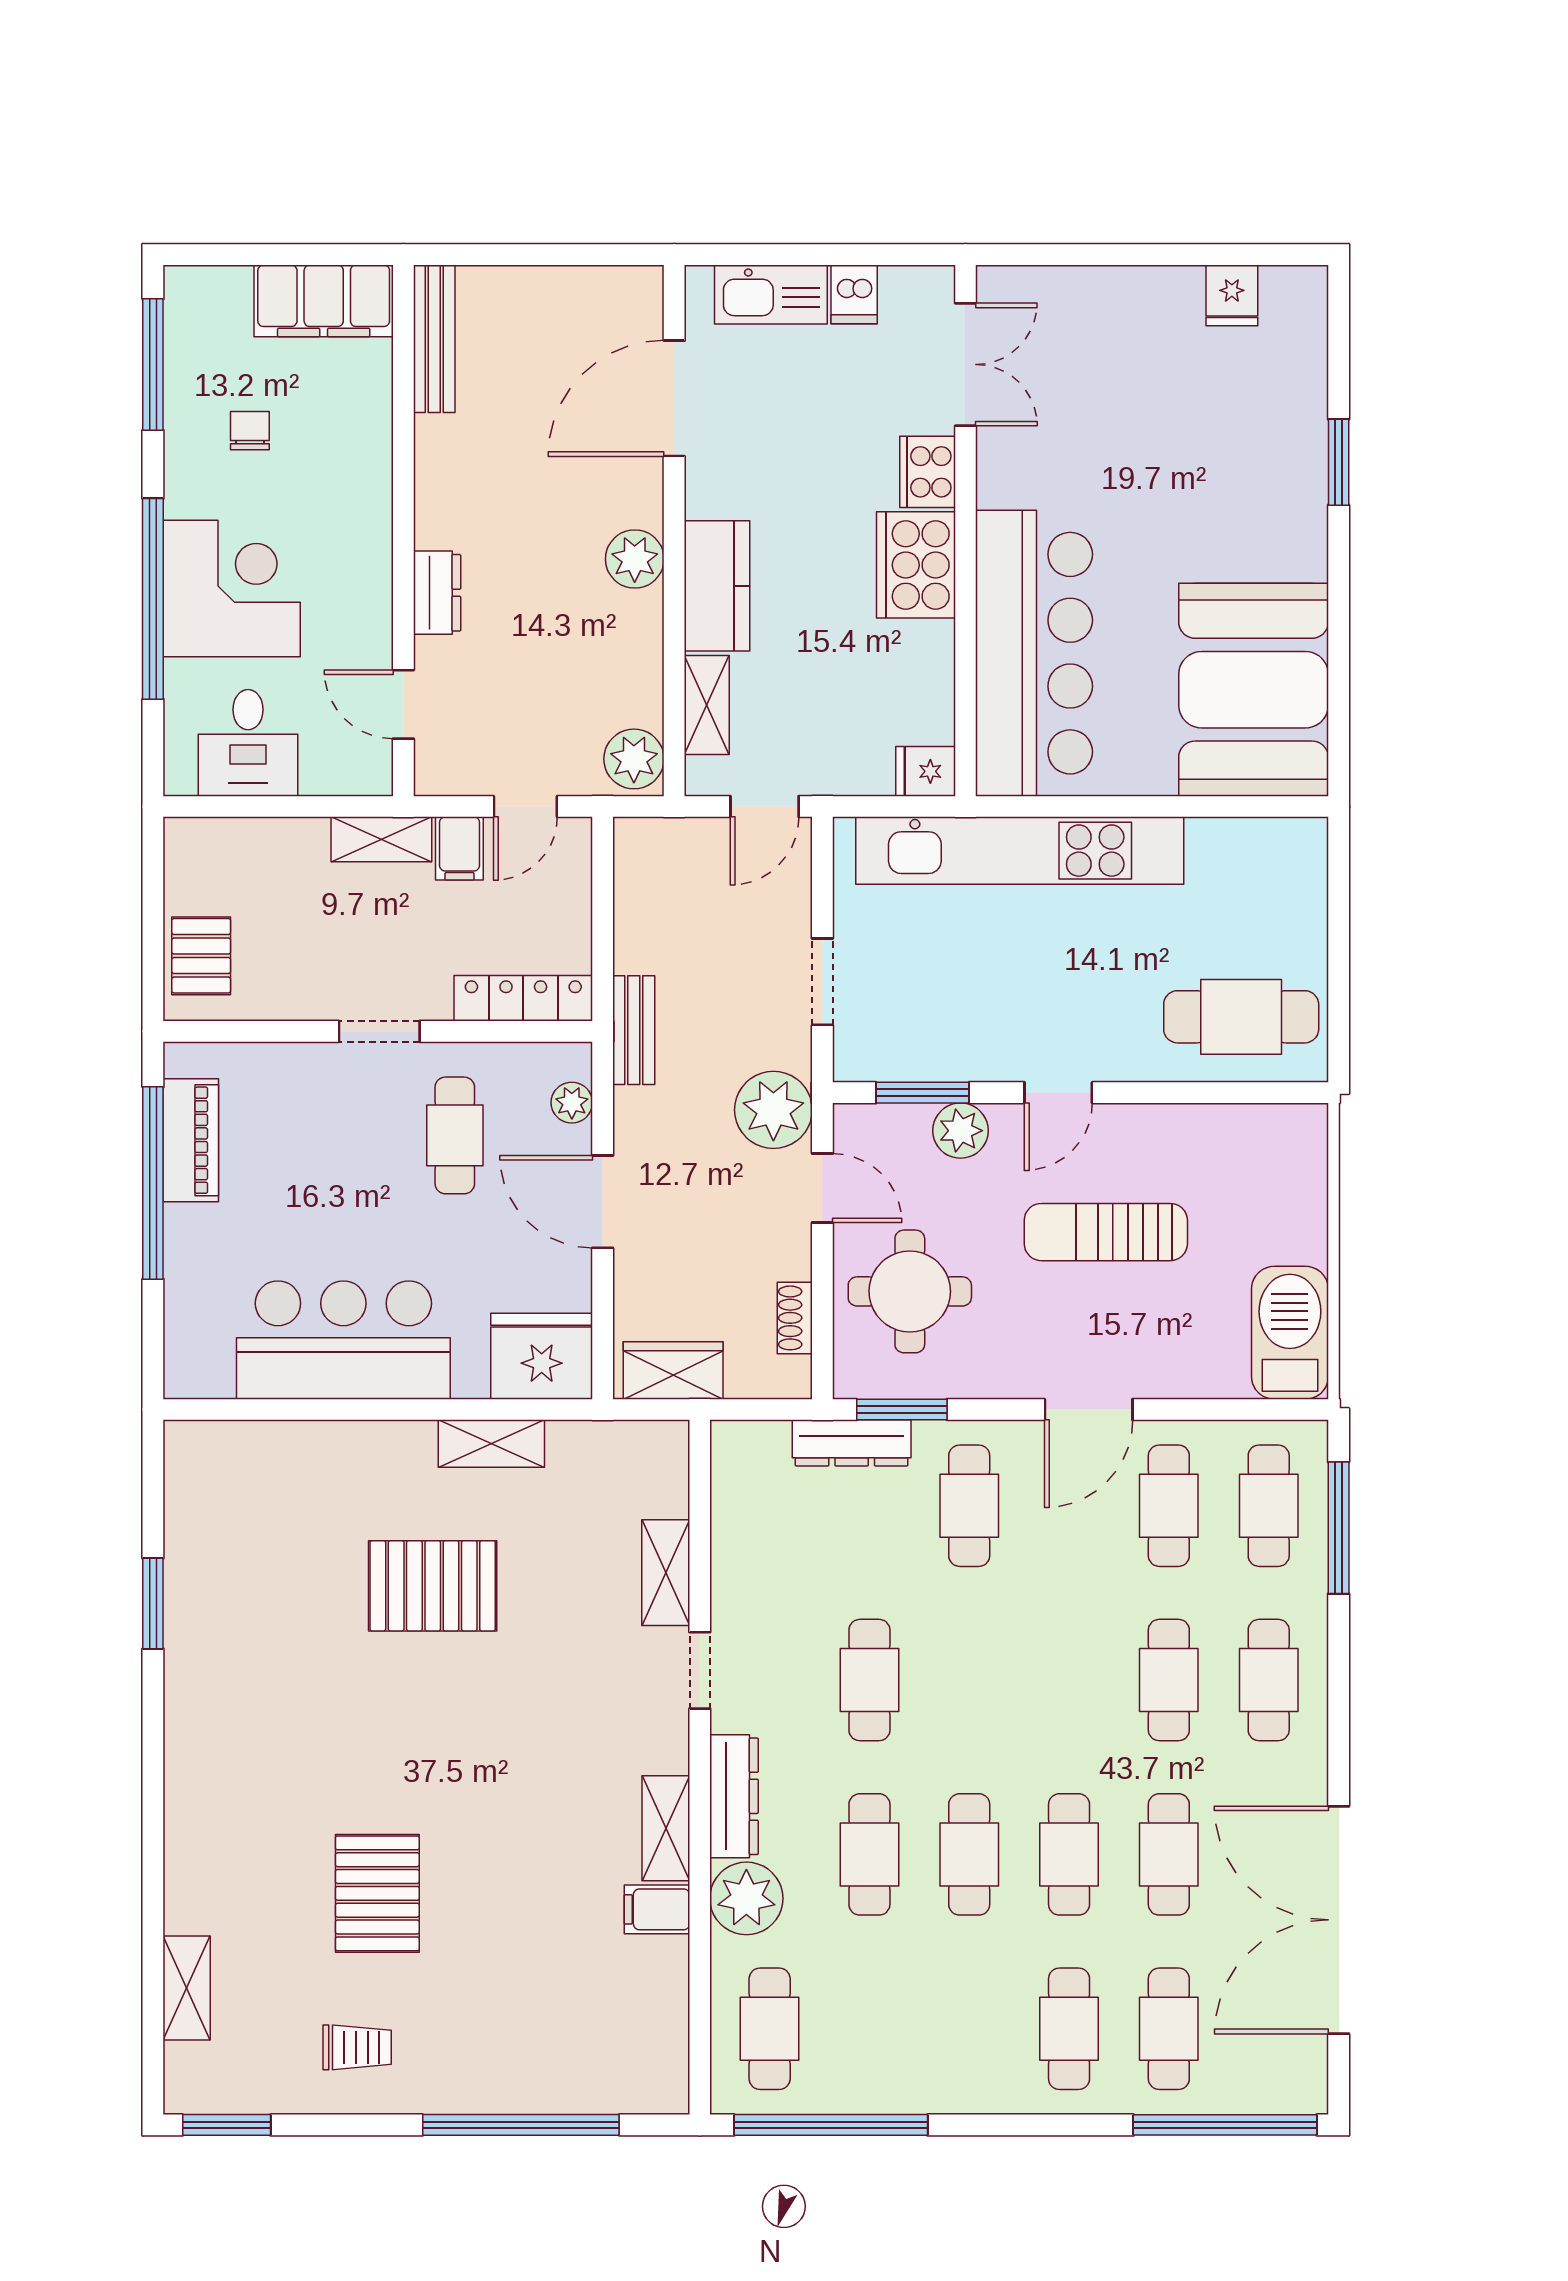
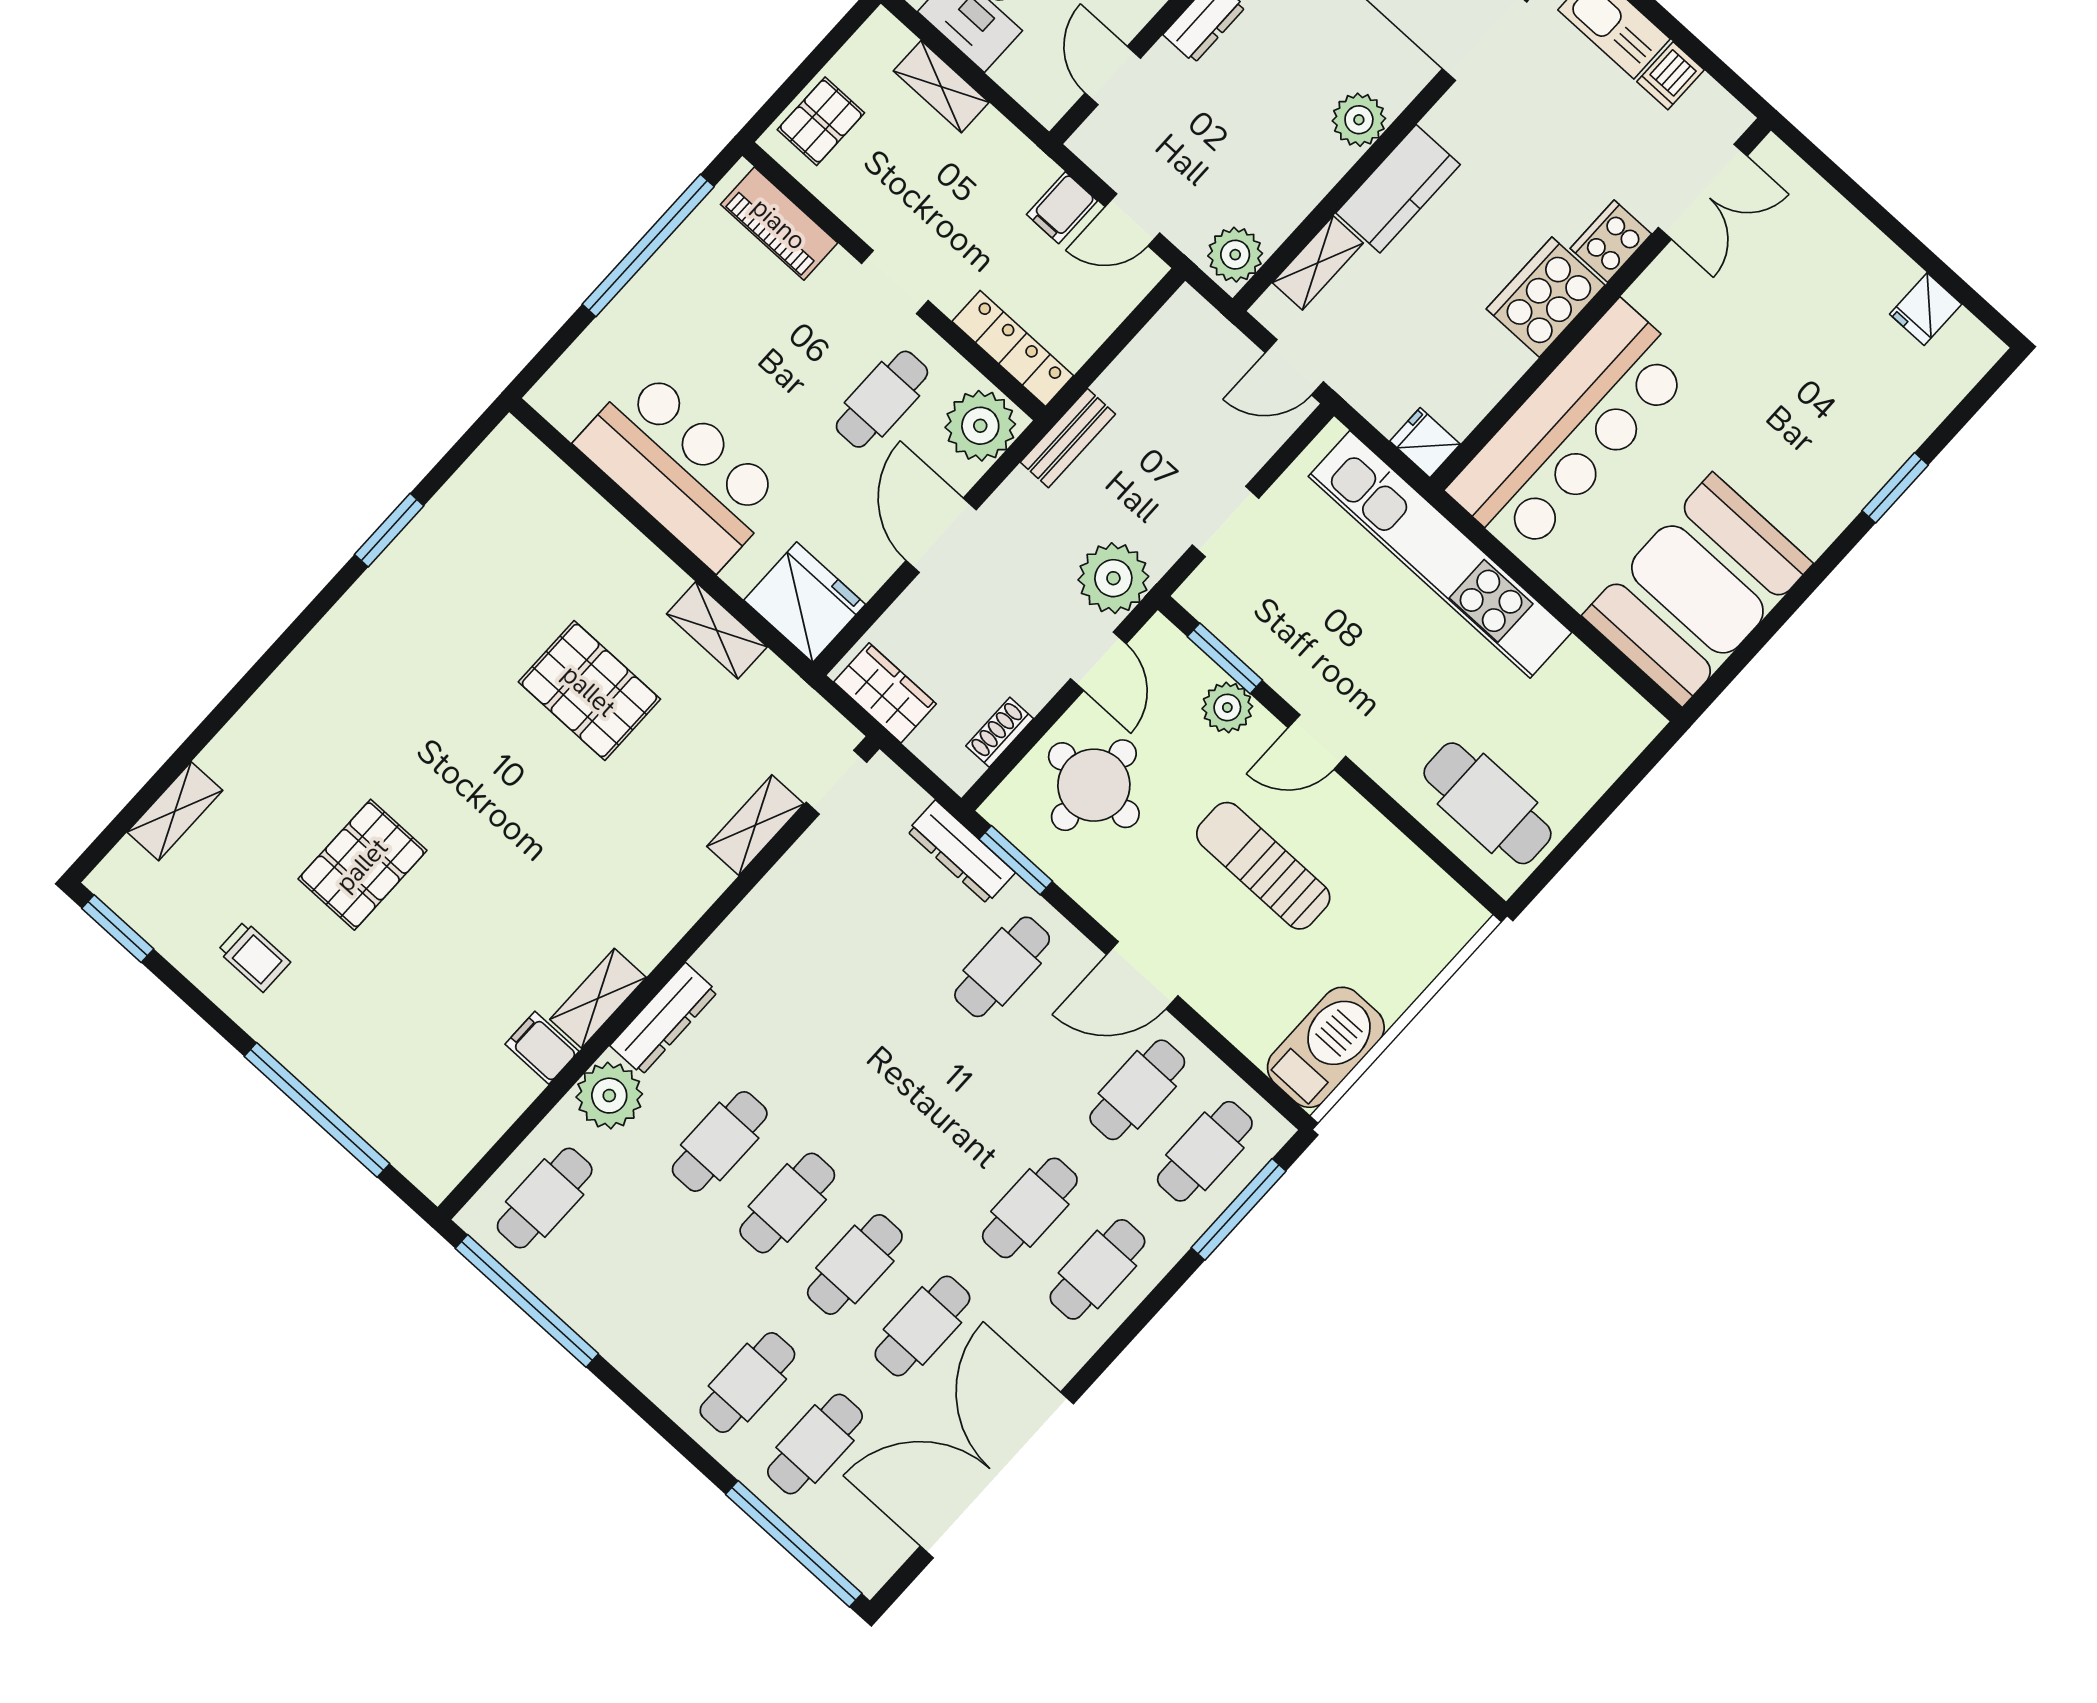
shelving: (381, 839) -> (941, 87), moved
plant: (572, 1103) -> (980, 426), width x1.88, depth x1.88
piano: (191, 1140) -> (779, 224), moved, turned 90
doorway: (700, 1670) -> (836, 782), moved
cafe table: (869, 1680) -> (827, 1023), removed

